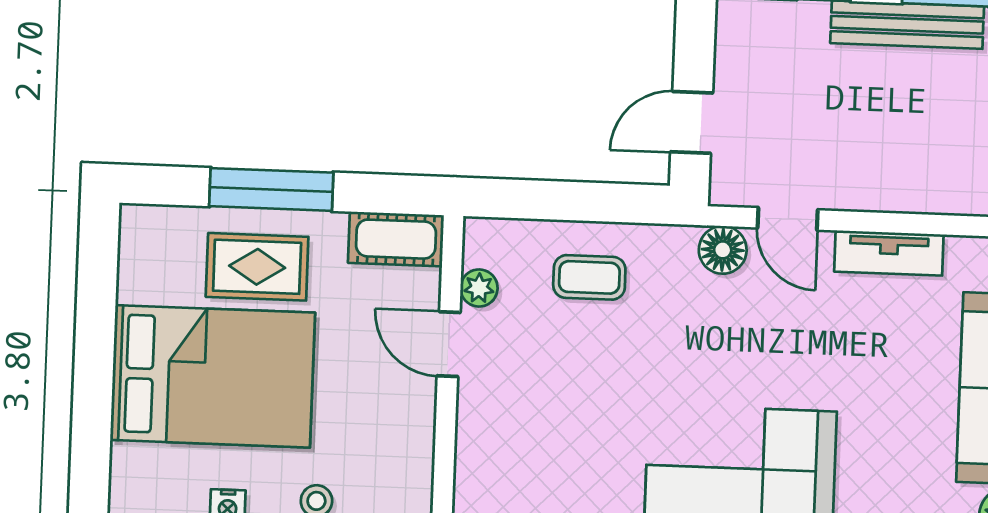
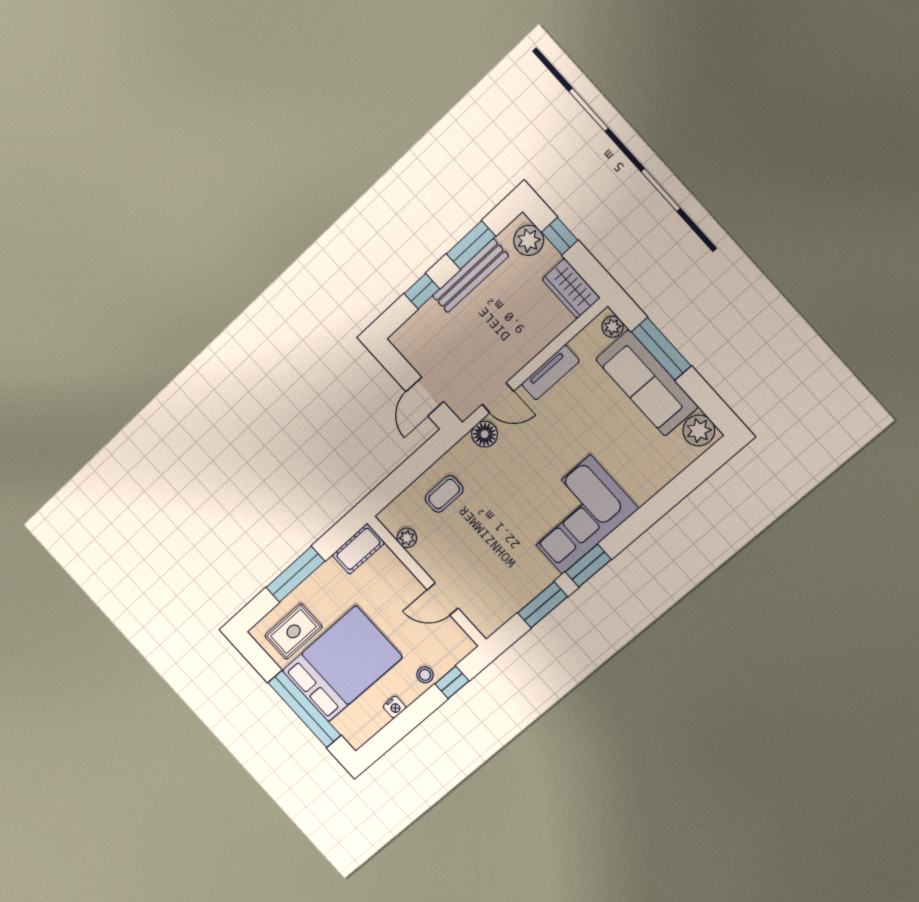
rug: (257, 267) -> (294, 631), moved
door: (449, 344) -> (443, 599), moved
window: (93, 389) -> (304, 709), added

